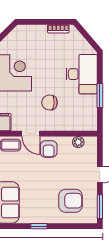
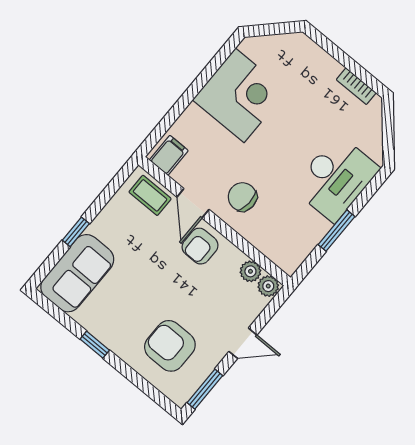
chair: (49, 103) -> (242, 197), moved
plant: (91, 142) -> (268, 286), added
armchair: (70, 201) -> (170, 346), turned 180

